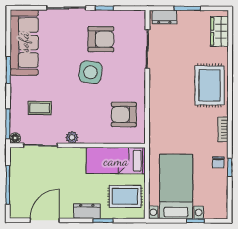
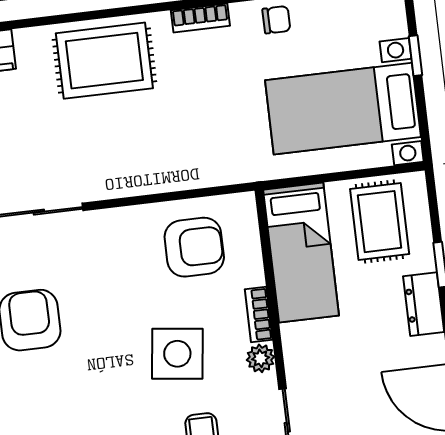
side table: (90, 72) -> (177, 354), moved
armchair: (124, 114) -> (194, 247), turned -90
bookcase: (91, 139) -> (259, 315), added

